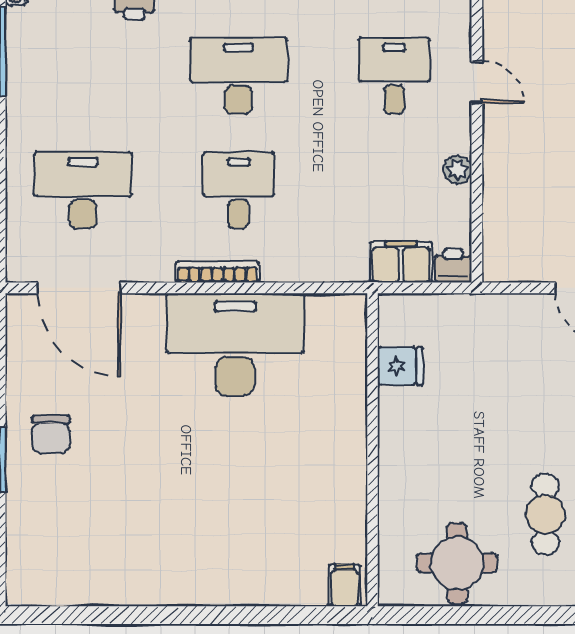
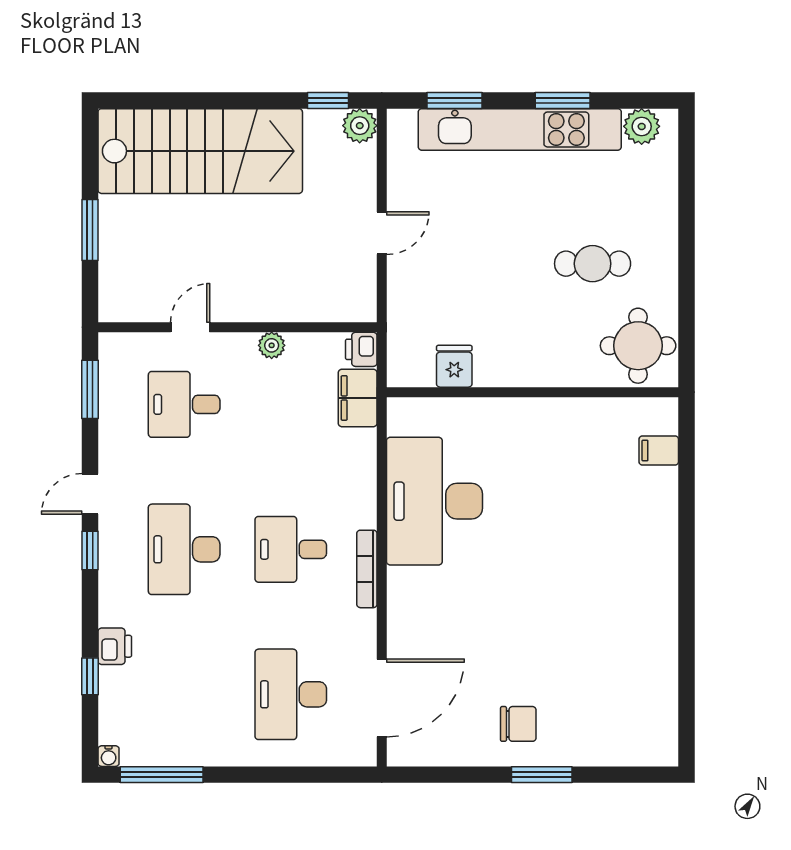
desk: (235, 345) -> (434, 501), moved
fridge: (400, 366) -> (454, 366), moved
wall: (373, 450) -> (532, 392), moved

